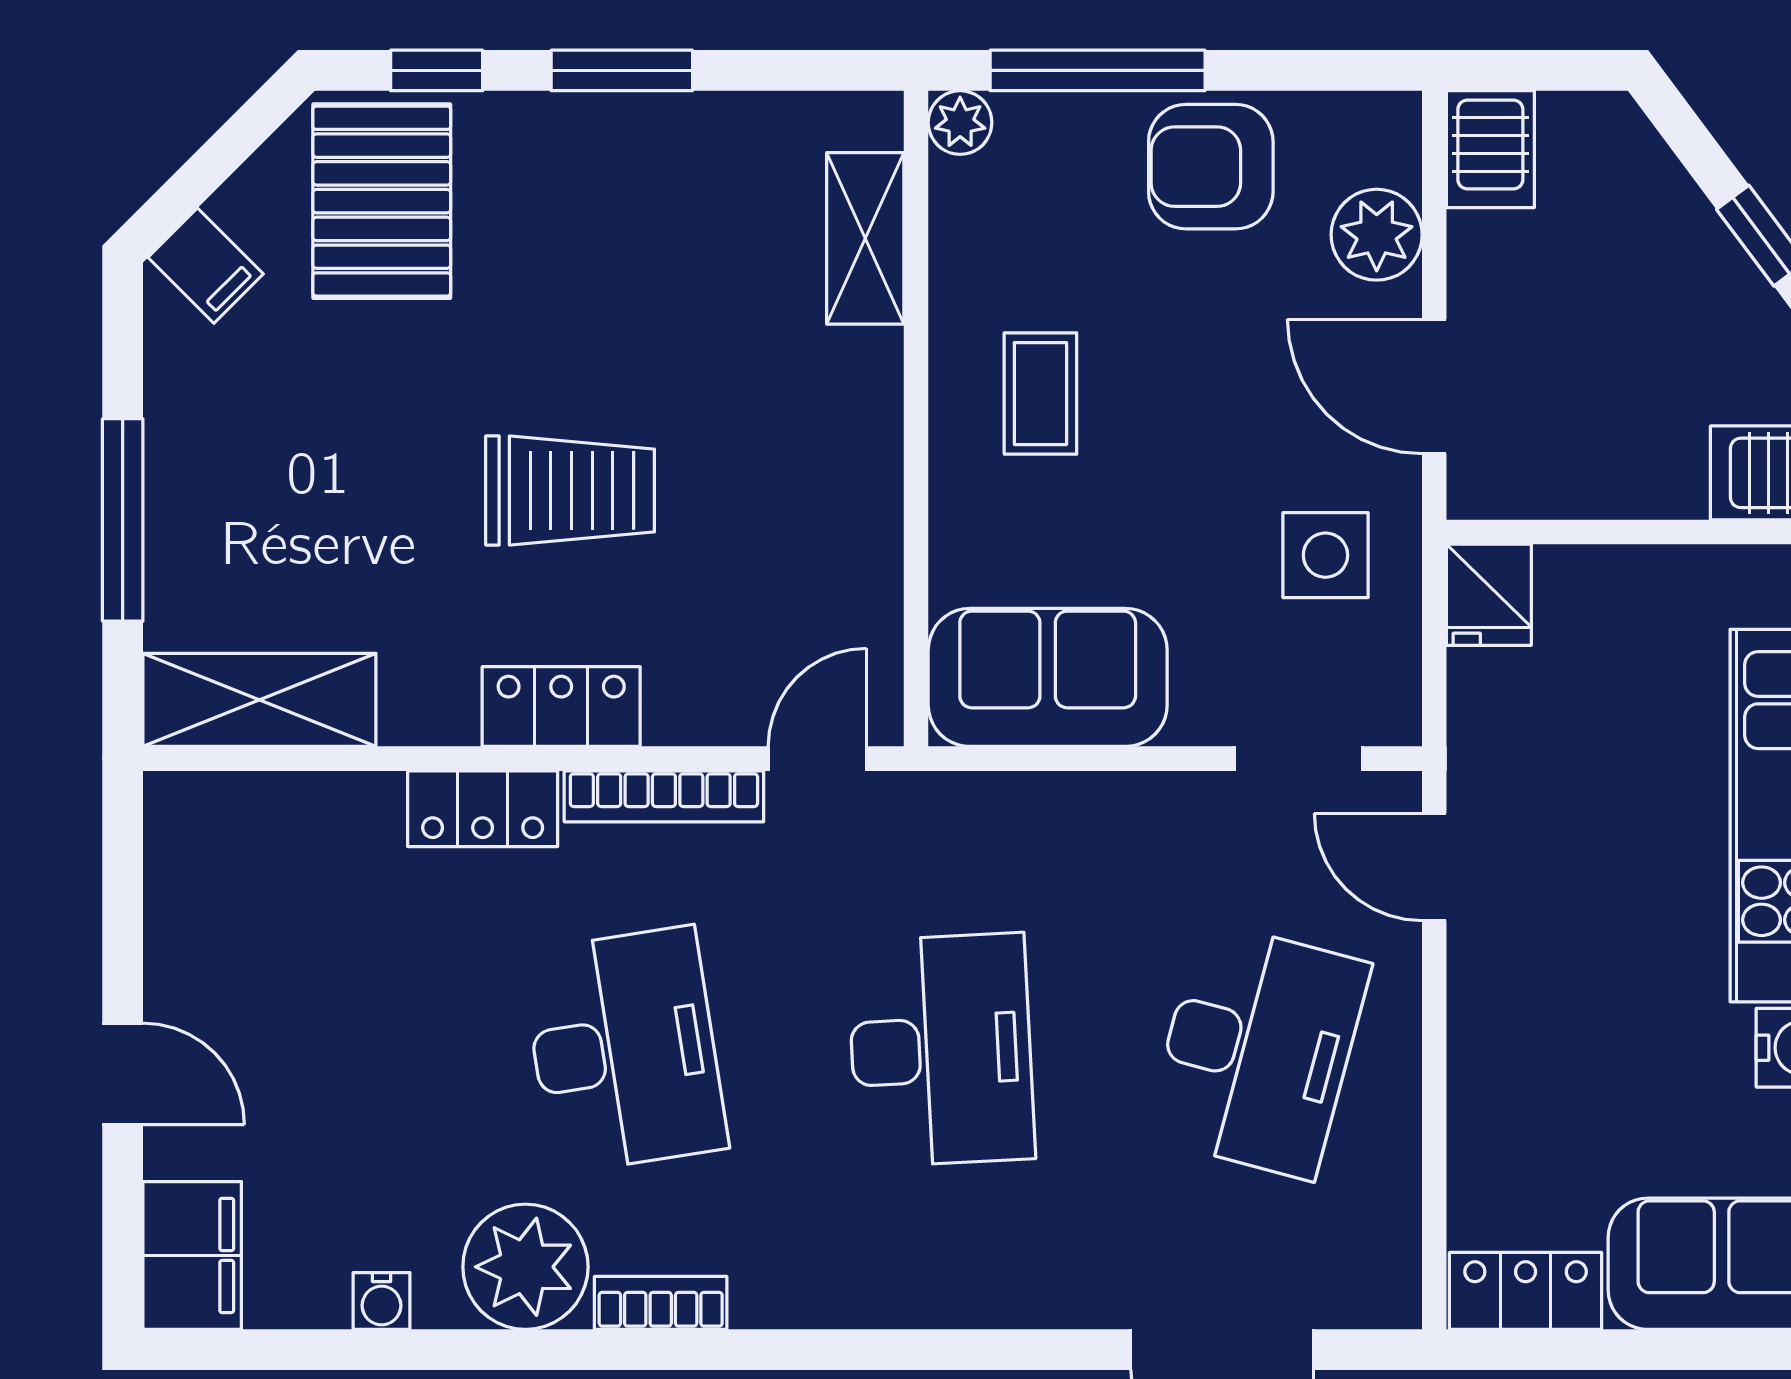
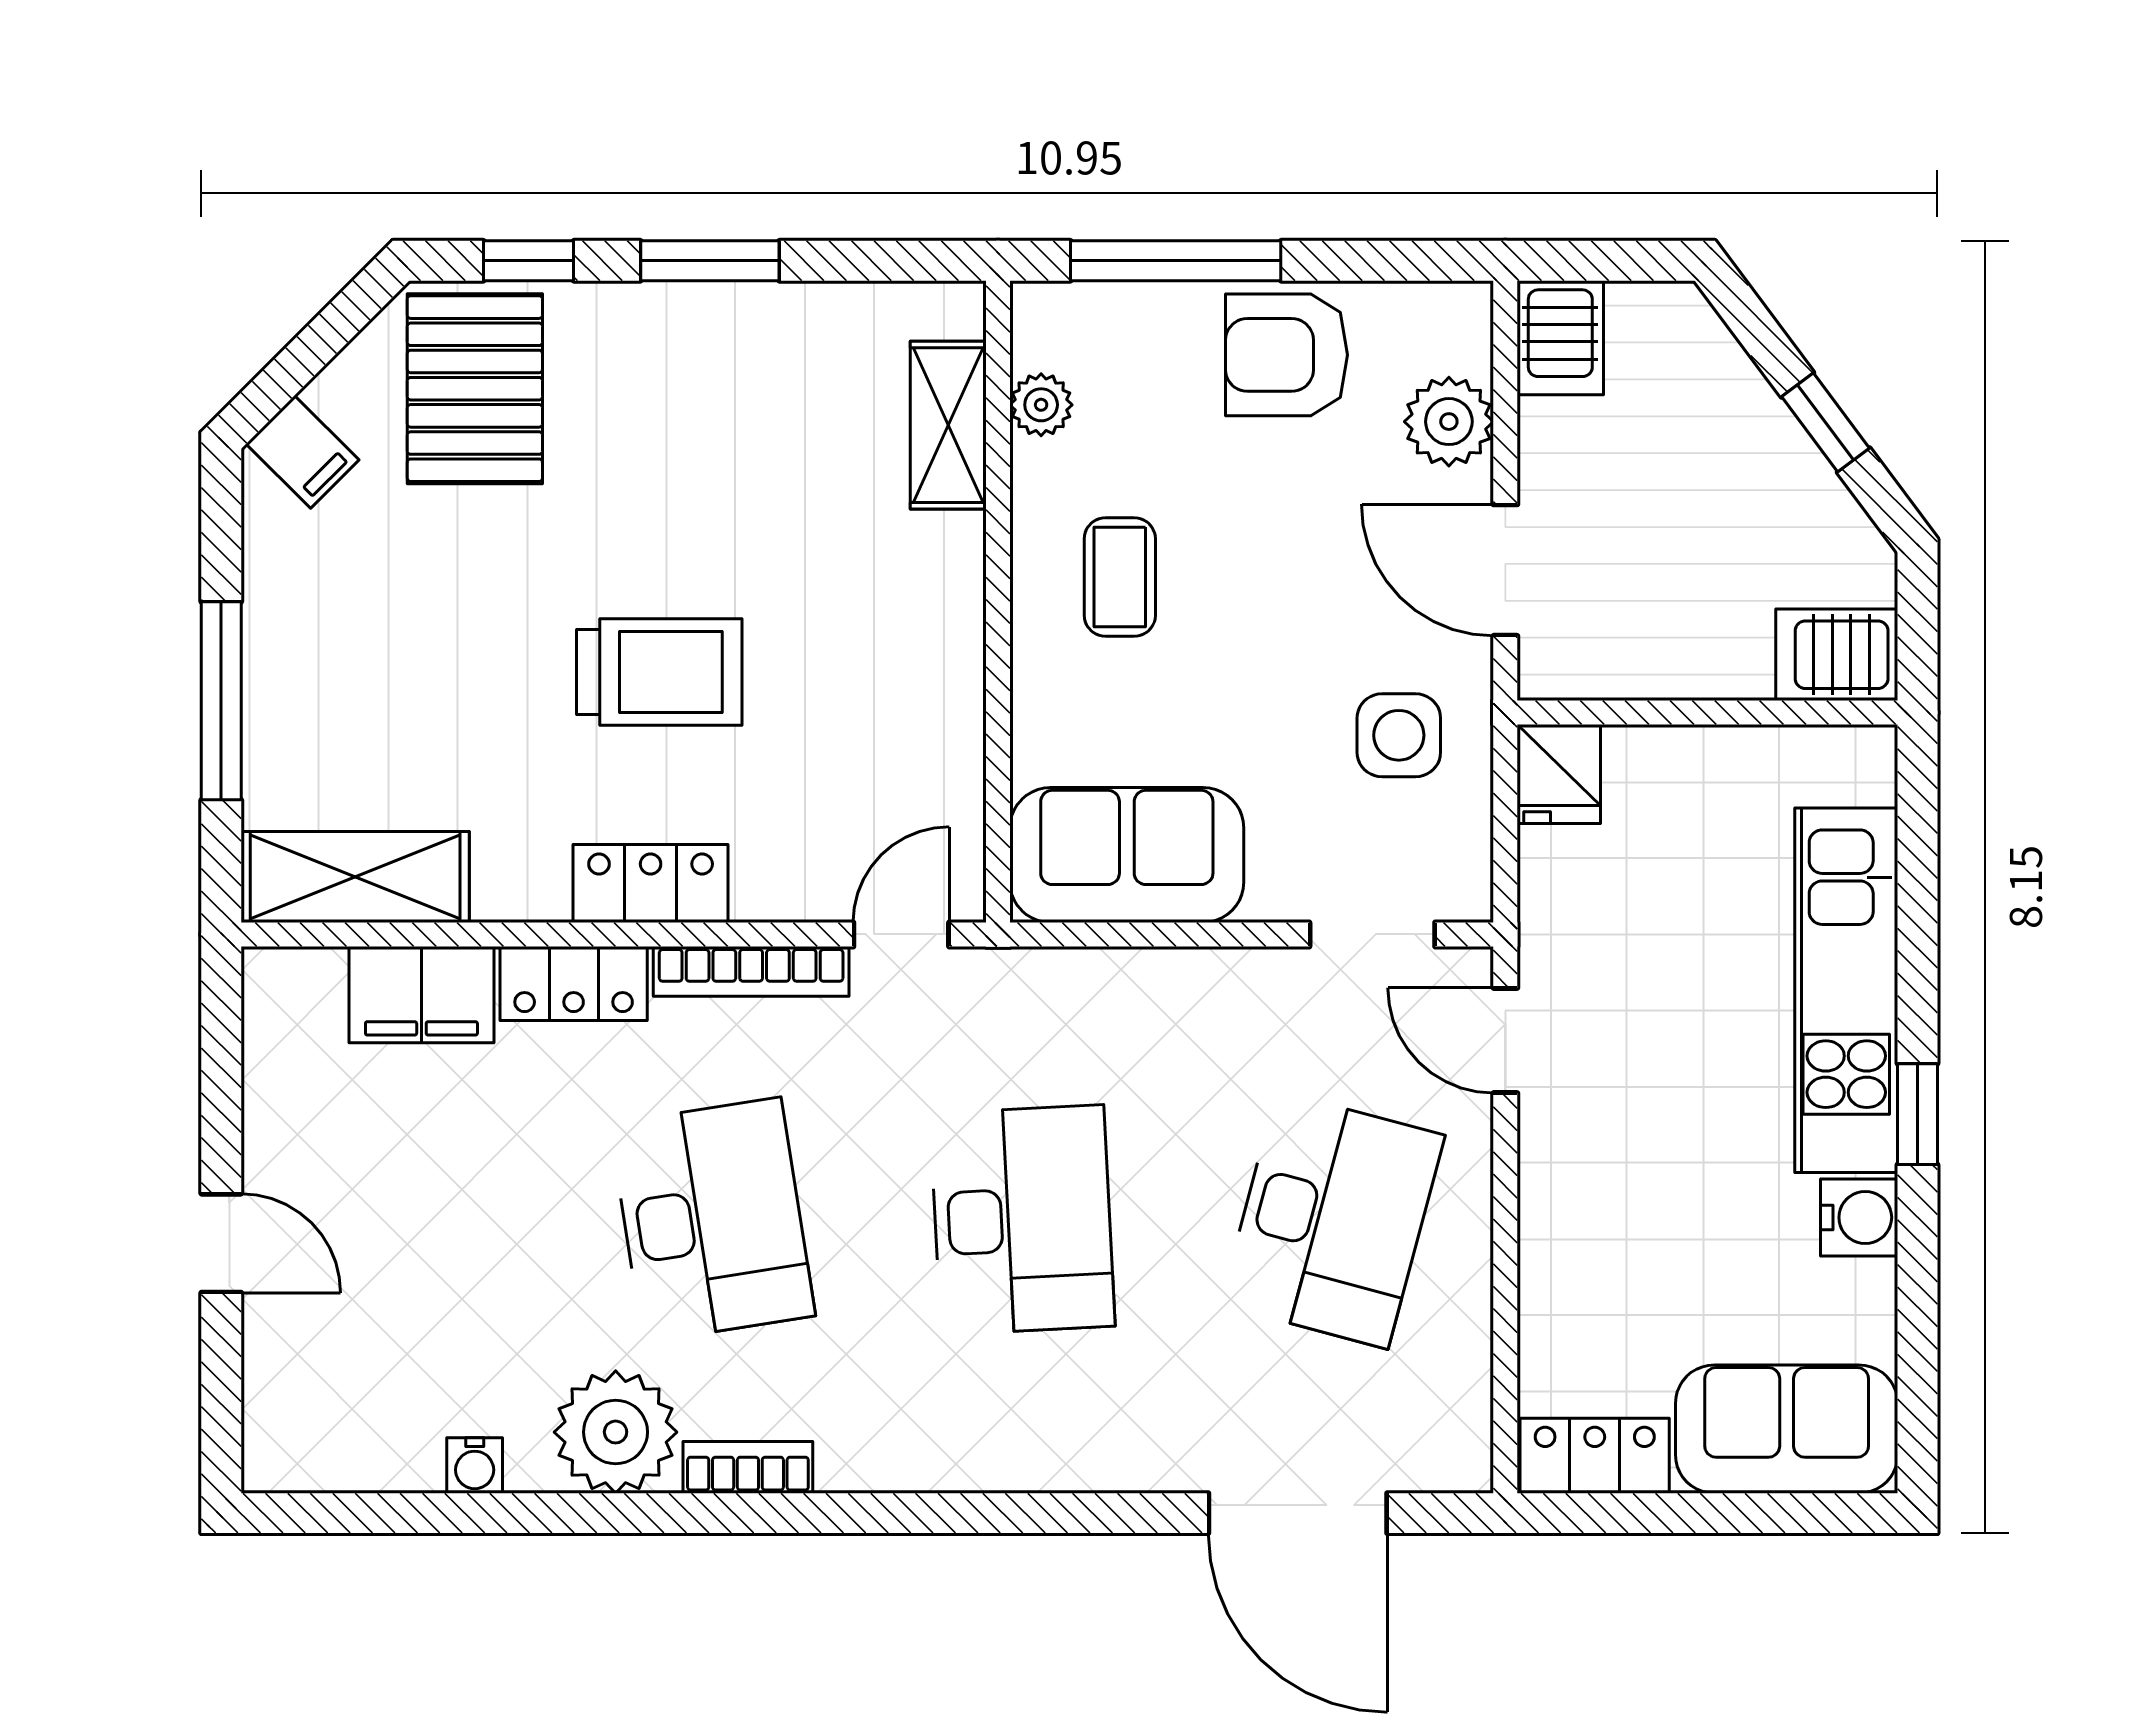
plant: (960, 123) -> (1041, 405), moved
filing cabinet: (192, 1255) -> (421, 995), moved, turned 90

